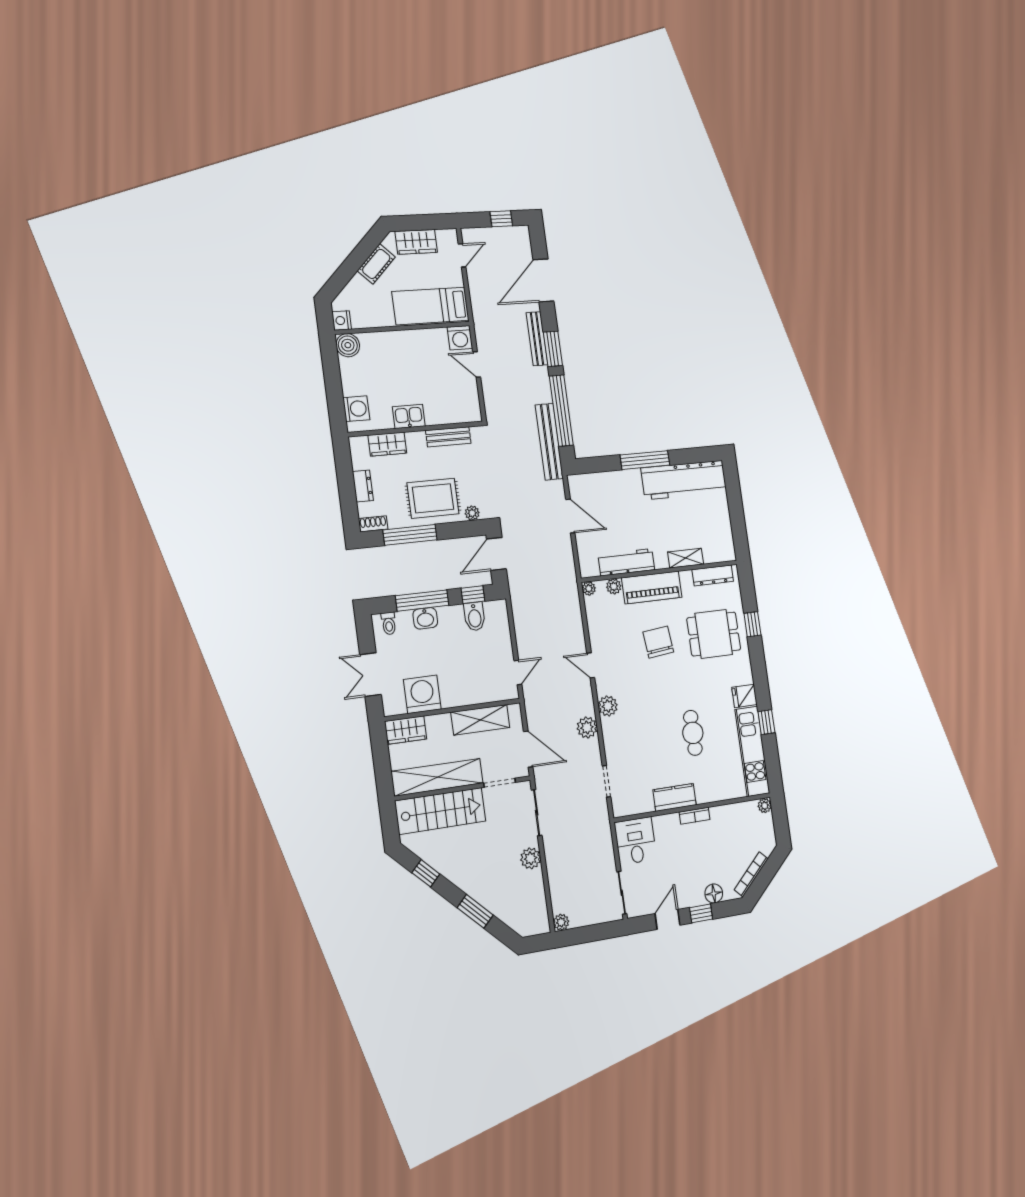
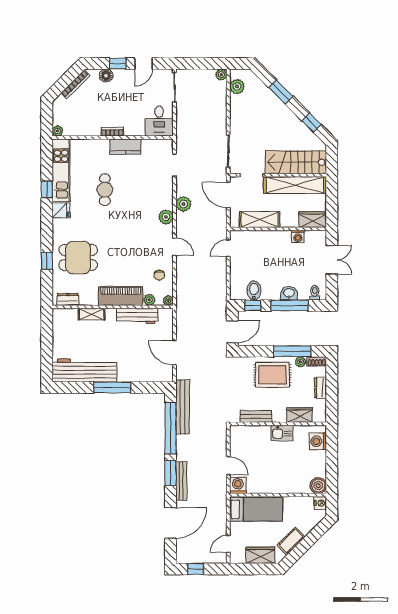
plant: (472, 513) -> (301, 362), moved
dresser: (713, 575) -> (68, 299), width x0.70
chair: (658, 642) -> (159, 275), moved, width x0.54, depth x0.54
washing machine: (422, 694) -> (298, 236), width x0.53, depth x0.53
plant: (531, 858) -> (237, 86), moved

